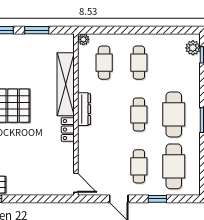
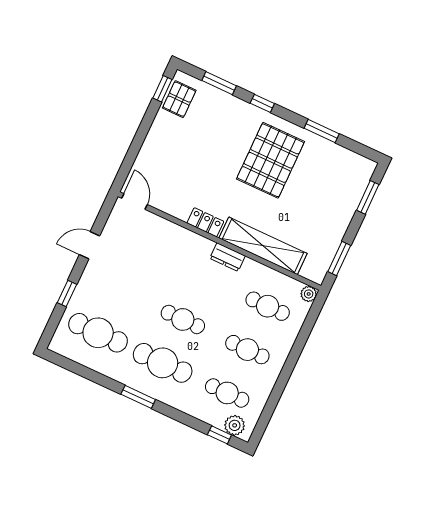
window: (37, 30) -> (339, 259), moved
dresser: (84, 109) -> (228, 257), width x0.70
cafe table: (139, 166) -> (227, 393), moved
door: (76, 183) -> (134, 201), swing flipped

